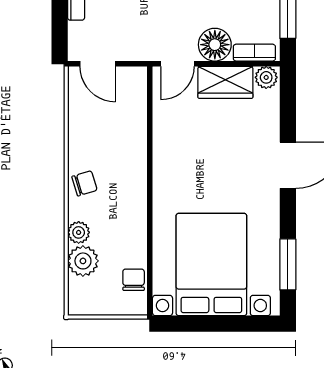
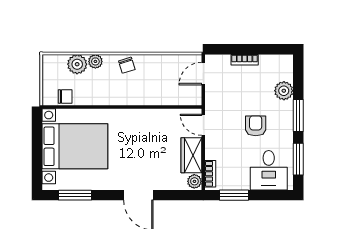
floor lamp: (215, 45) -> (215, 148), removed

